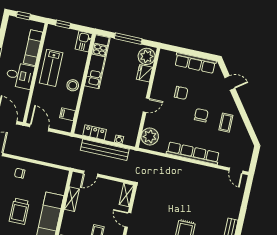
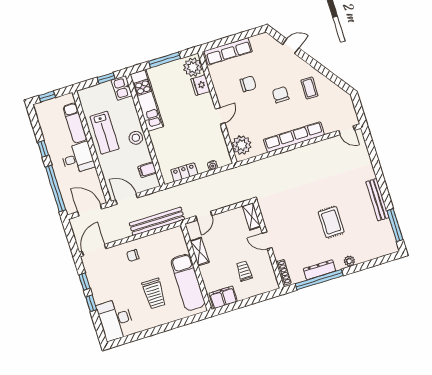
window: (63, 24) -> (106, 78), moved
row of seats: (195, 63) -> (228, 51), moved
bench: (105, 150) -> (157, 221), moved

